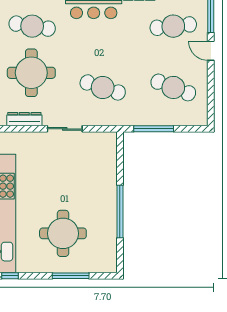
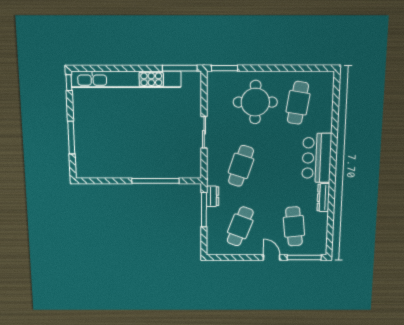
door: (211, 51) -> (272, 257), hinge flipped
dresser: (24, 119) -> (213, 196), moved, width x0.70
window: (120, 212) -> (155, 181), moved
round table: (63, 233) -> (109, 131), removed

